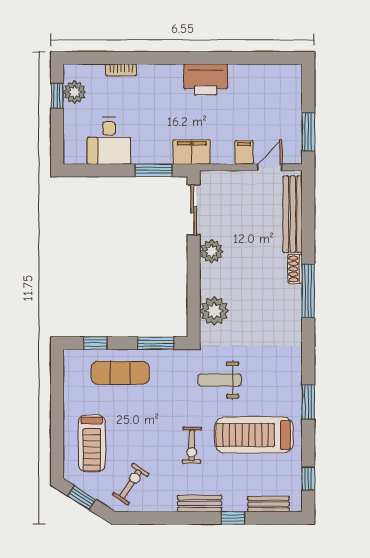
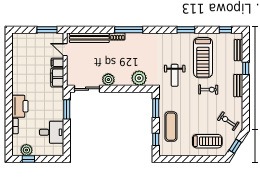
printer: (206, 79) -> (20, 106), moved
filing cabinet: (192, 152) -> (57, 78), moved

